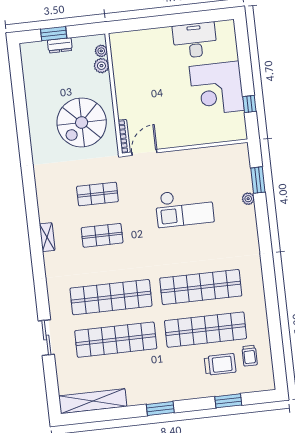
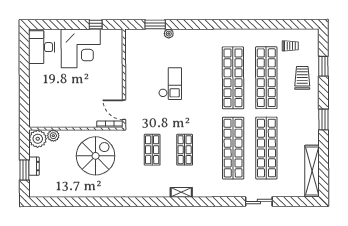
desk: (195, 40) -> (42, 47), moved
plant: (101, 51) -> (38, 139), width x1.87, depth x1.87
spiral stairs: (82, 122) -> (96, 156), turned -90
checkout: (184, 208) -> (170, 84), width x0.73, depth x0.83
trolley: (220, 364) -> (302, 78), moved

